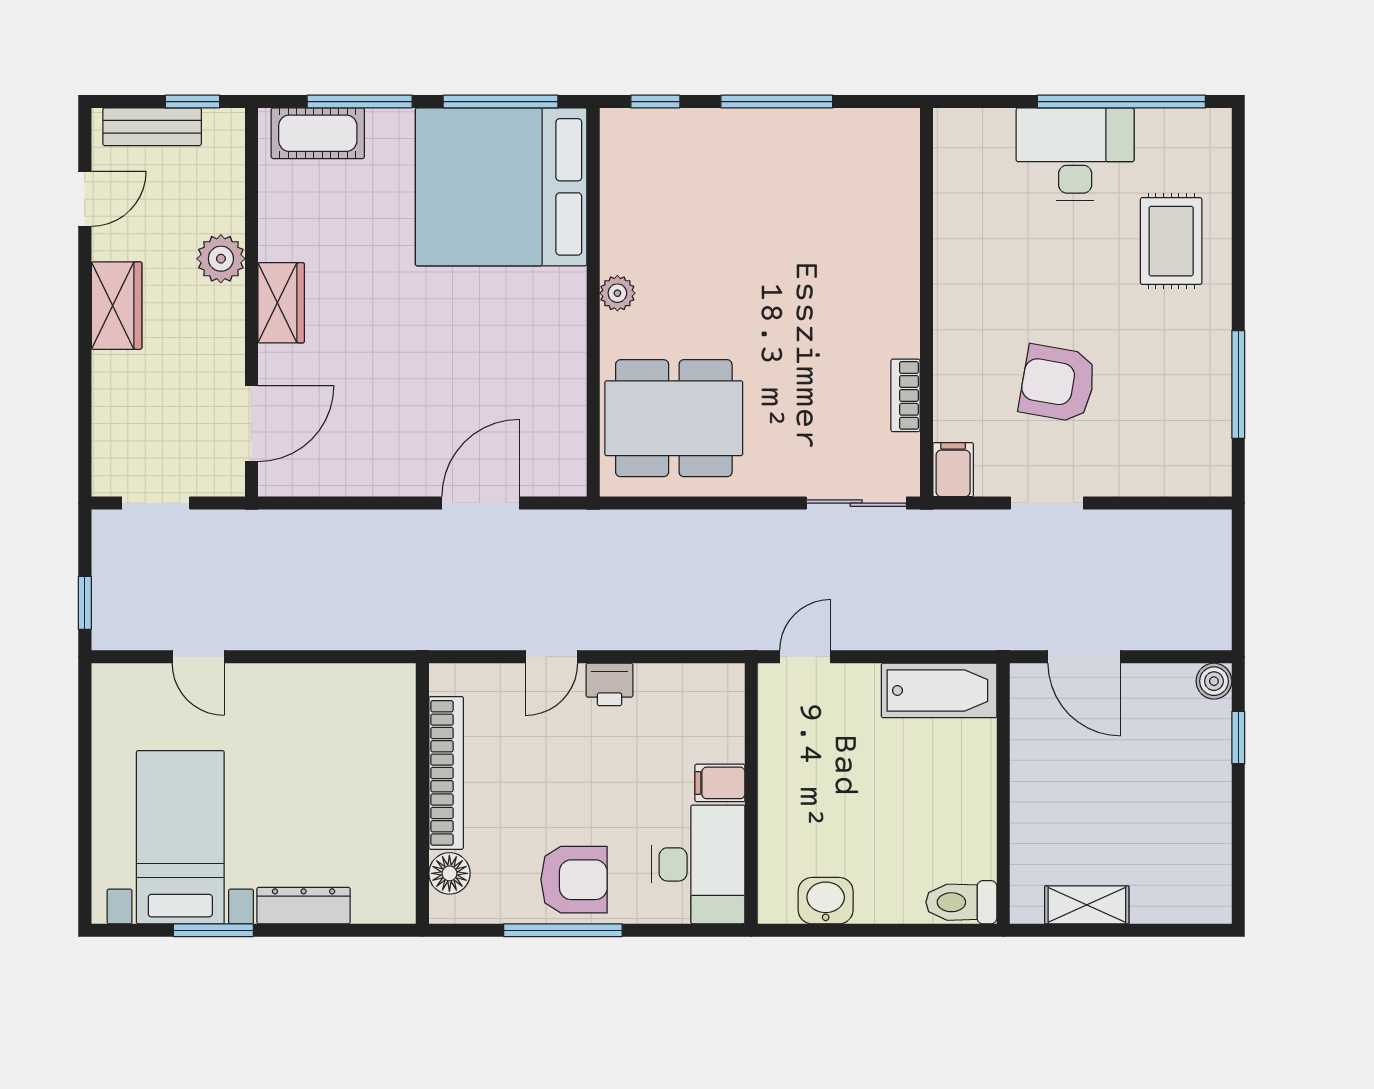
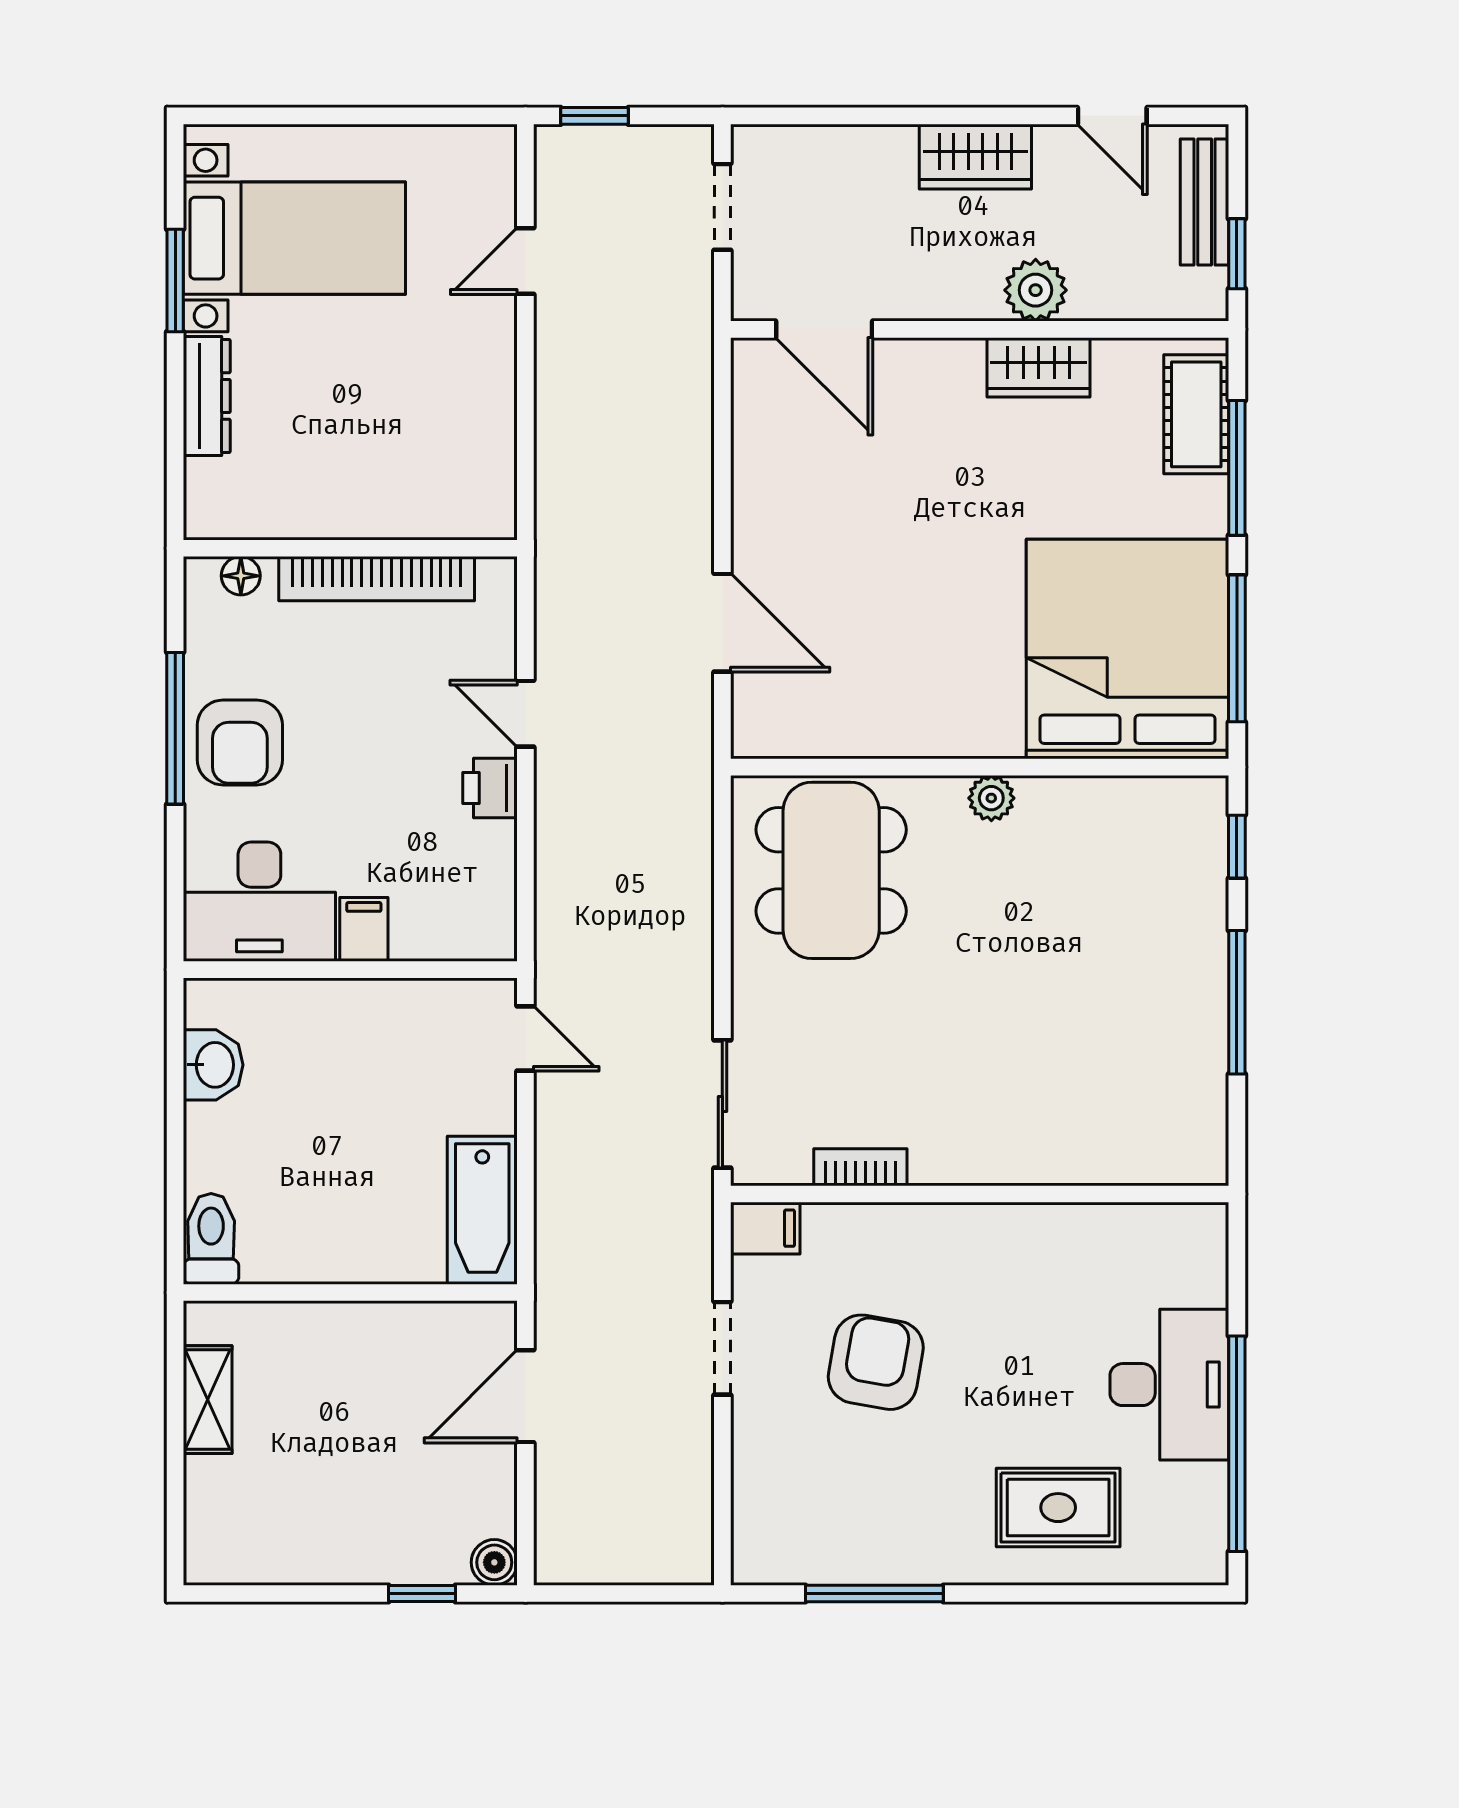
wardrobe: (281, 303) -> (1039, 367), moved
floor lamp: (449, 873) -> (241, 576), width x0.73, depth x0.73

